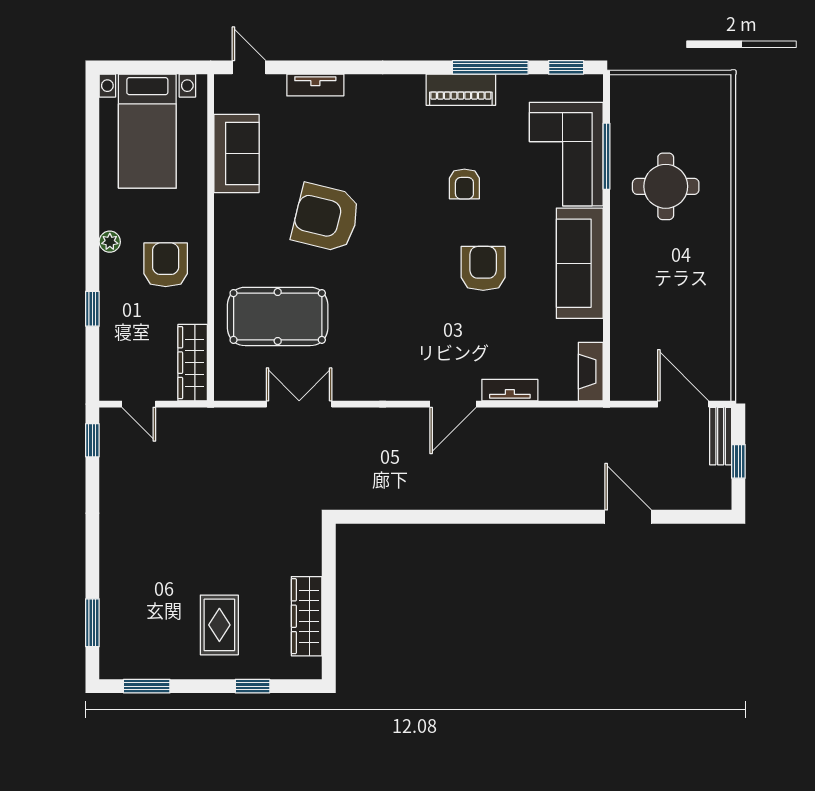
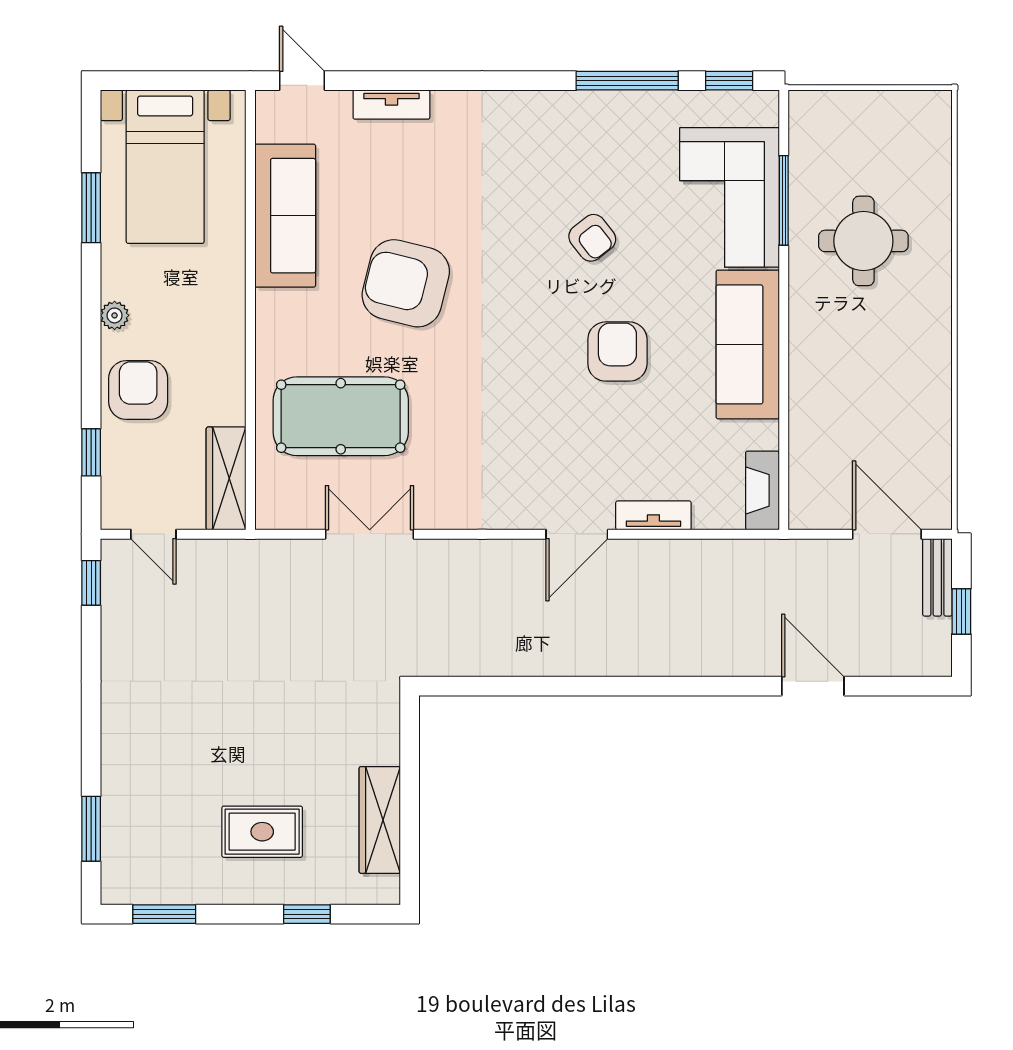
piano: (461, 90) -> (587, 111), removed
sofa: (236, 153) -> (285, 216), width x1.36
window: (92, 162) -> (91, 208), added
armchair: (464, 184) -> (592, 238), turned -38
armchair: (166, 265) -> (138, 390), moved
window: (92, 309) -> (91, 452), moved
rug: (219, 625) -> (262, 832), turned 90

